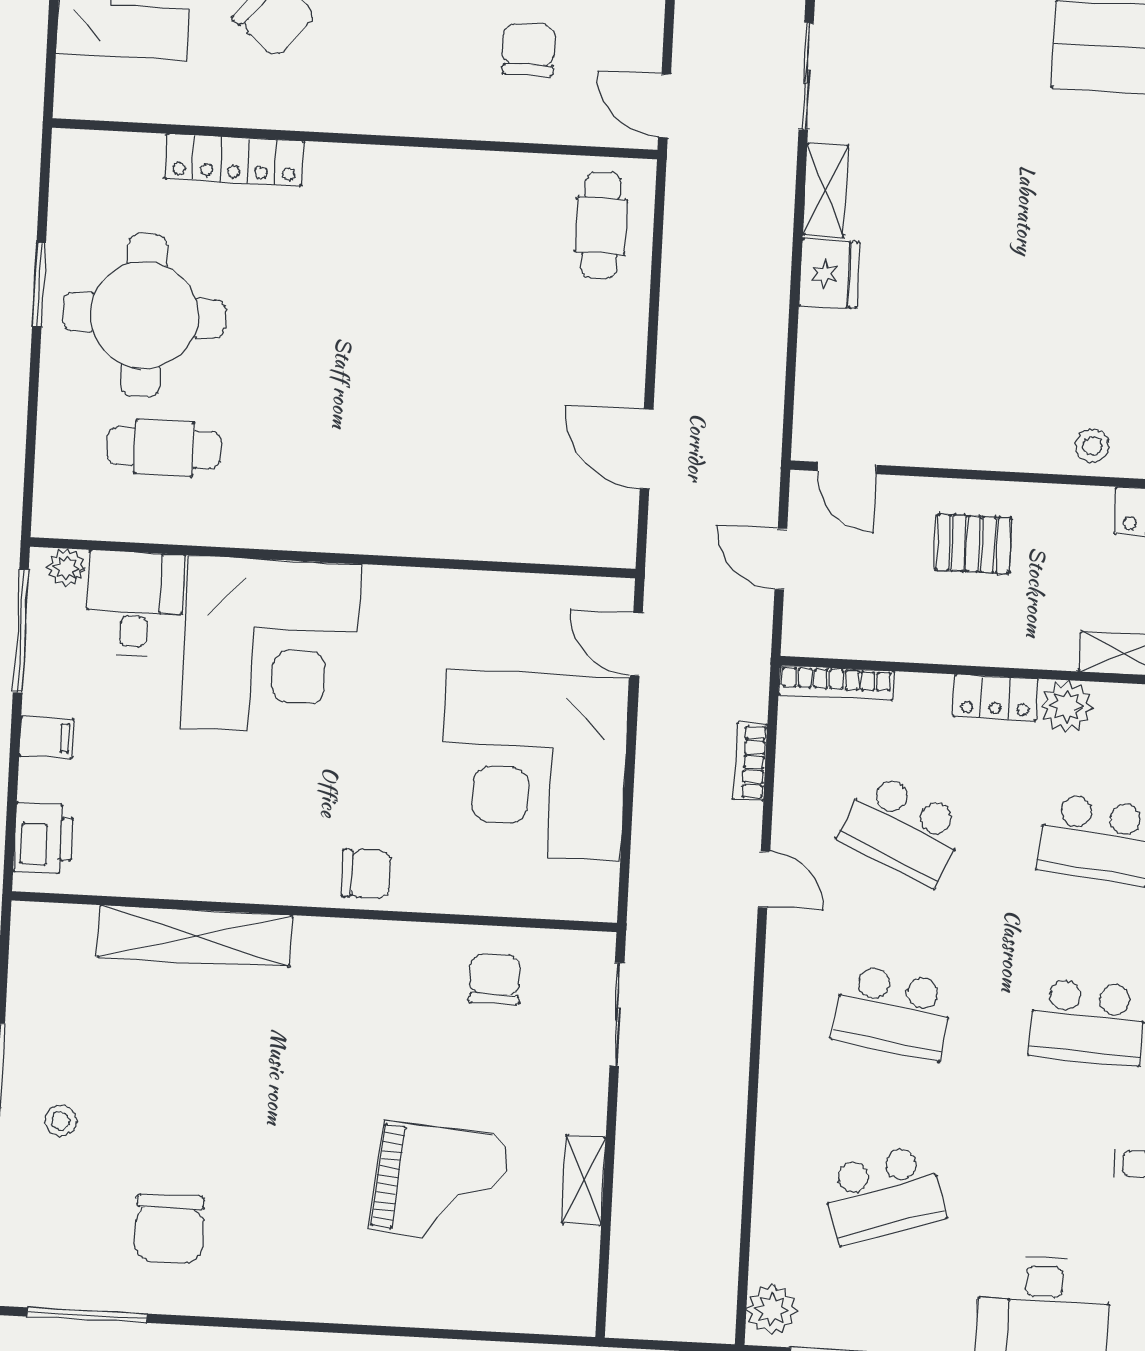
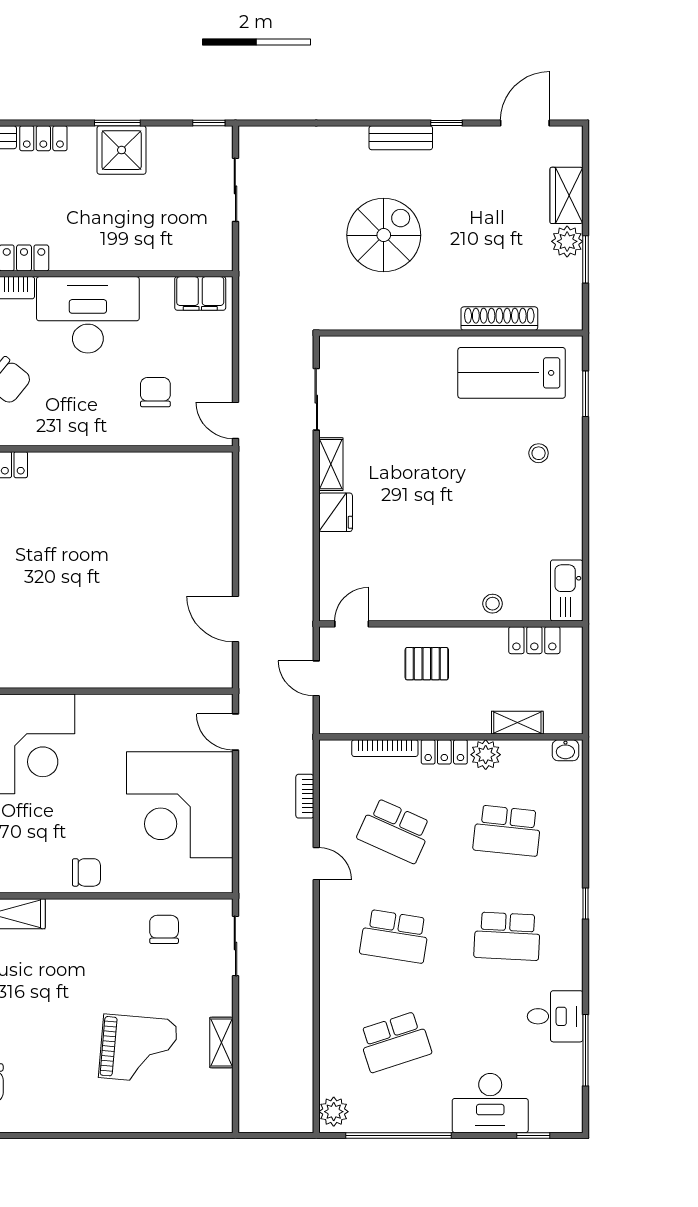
cafe table: (601, 225) -> (202, 491), removed
door: (847, 468) -> (352, 624), swing flipped
bookcase: (836, 683) -> (385, 748), moved

